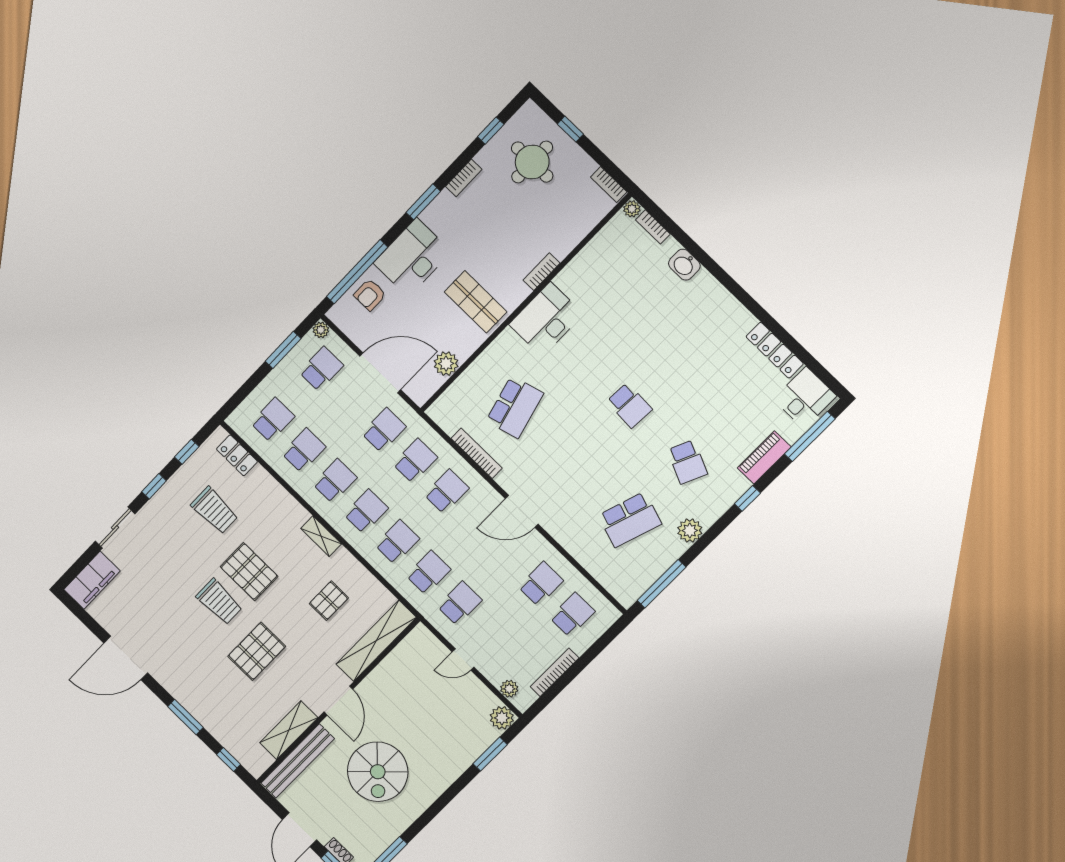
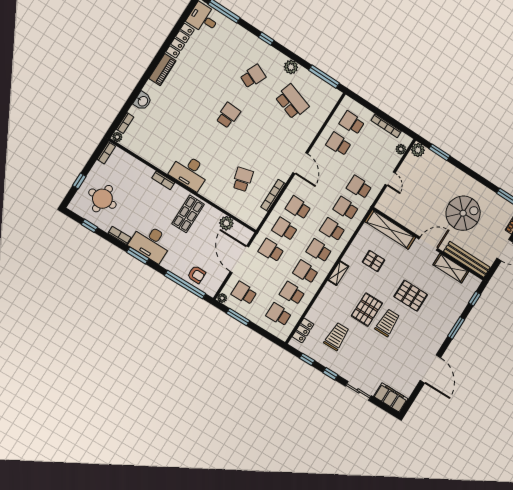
desk: (412, 257) -> (151, 243), moved
school desk: (515, 407) -> (243, 179), width x0.54
piano: (764, 457) -> (162, 70), moved, turned -90

